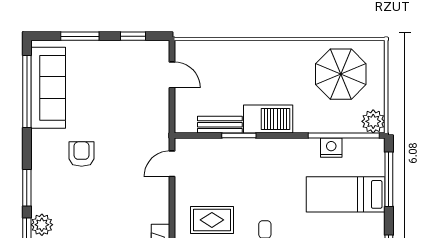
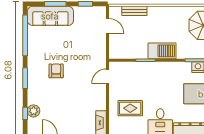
sofa: (48, 88) -> (50, 16), moved, turned 90
bench: (220, 125) -> (134, 11), moved
window: (27, 188) -> (25, 78), moved

